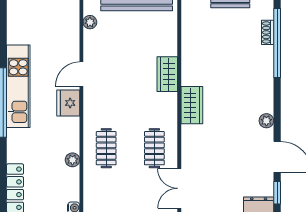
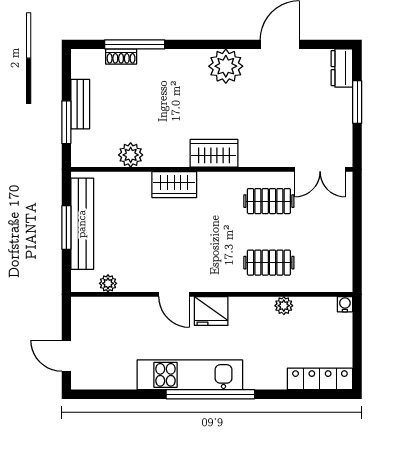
plant: (191, 40) -> (131, 155), added
window: (277, 43) -> (135, 44), width x0.68
plant: (266, 121) -> (226, 66), width x1.88, depth x1.88
window: (277, 193) -> (326, 44), removed

